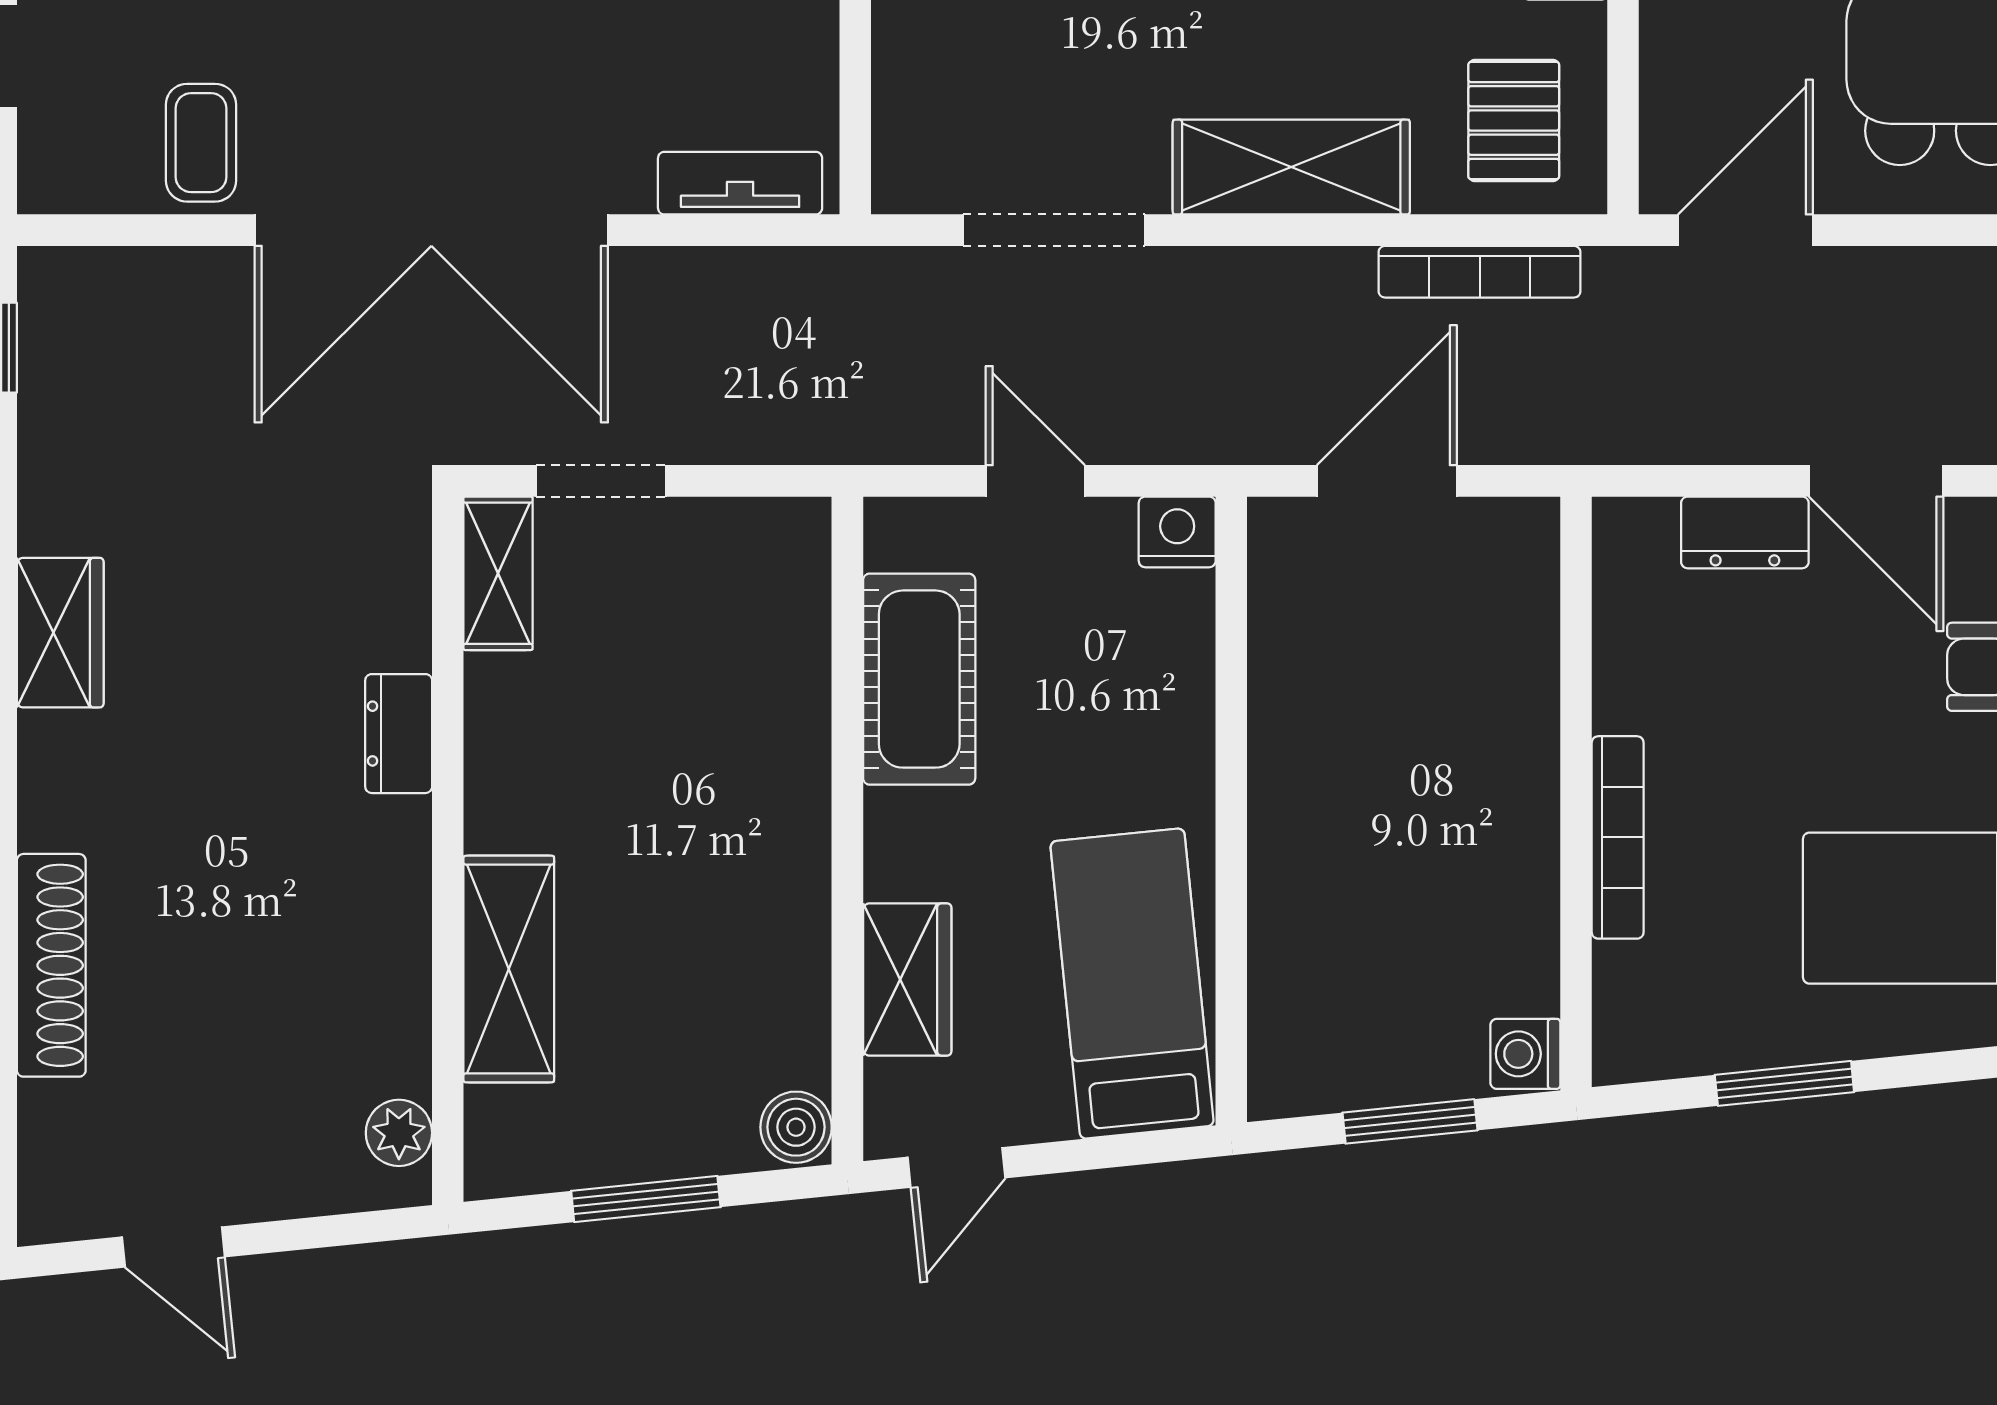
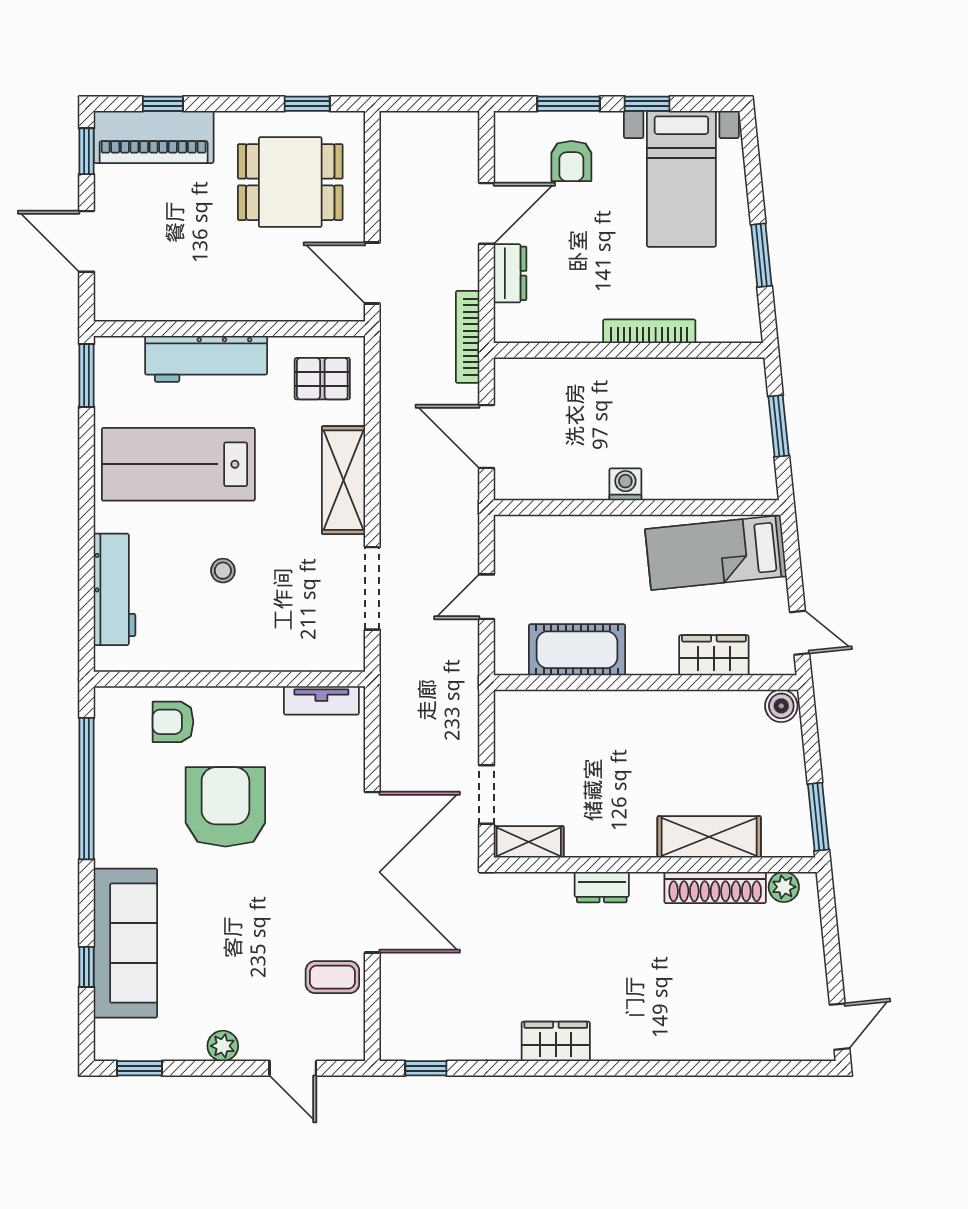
tv unit: (740, 183) -> (321, 700), moved, turned -90
bookcase: (1480, 272) -> (468, 337), moved, turned 180
nightstand: (1177, 532) -> (510, 532), removed
shoe rack: (51, 965) -> (715, 888), moved, turned 180
washing machine: (1525, 1054) -> (625, 484), moved, turned 180
window: (646, 1199) -> (818, 817), moved
door: (173, 1247) -> (840, 1027), moved

